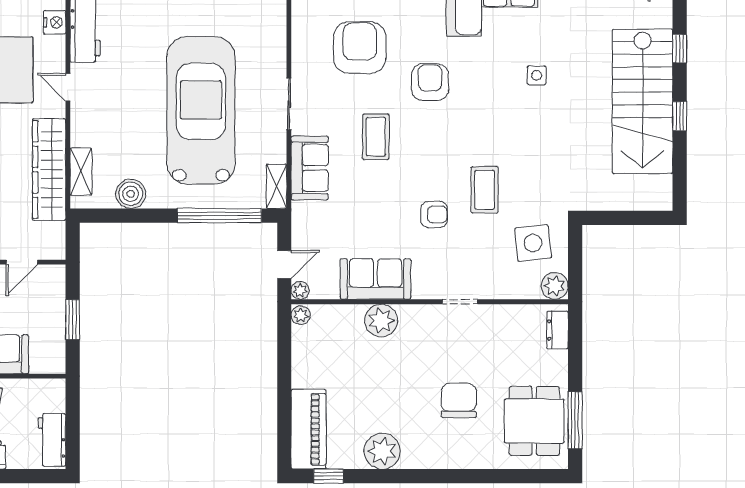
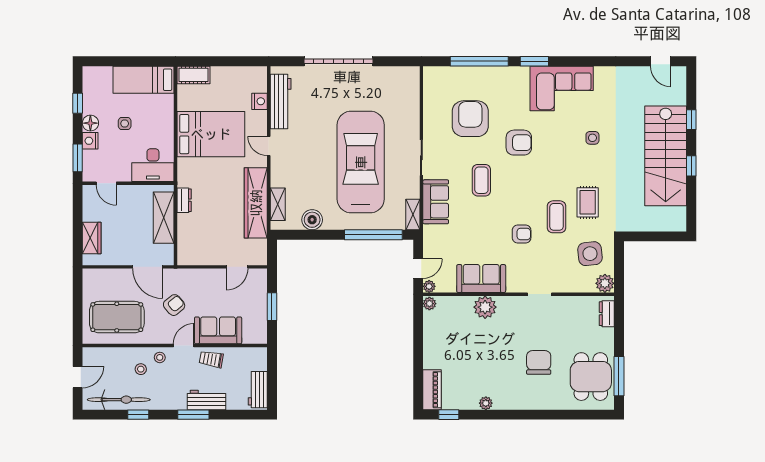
armchair: (430, 82) -> (519, 143), turned 90
rug: (530, 169) -> (588, 202), added
piano: (309, 429) -> (432, 390), width x0.73, depth x0.75
plant: (382, 451) -> (486, 403), width x0.53, depth x0.53

